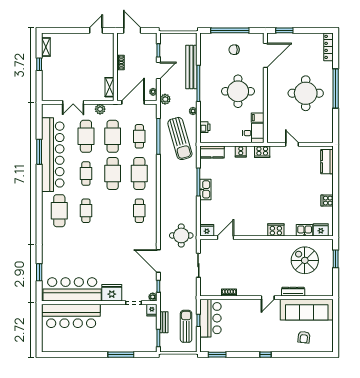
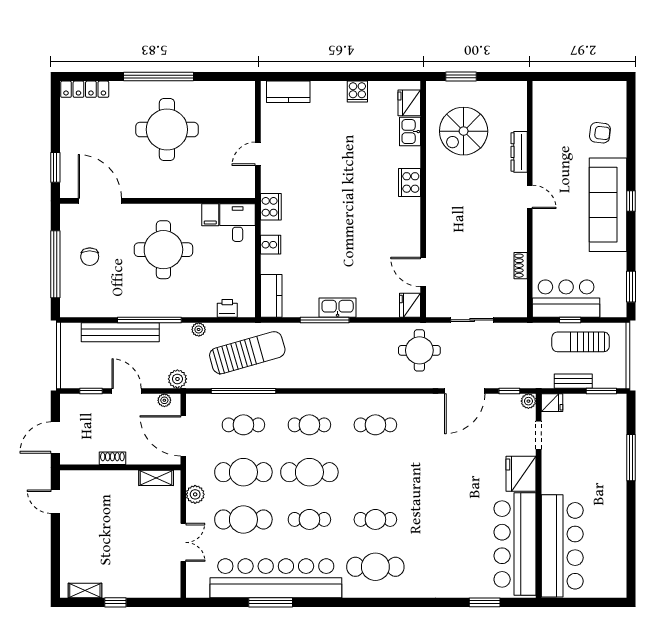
cafe table: (139, 174) -> (309, 425), width x0.73, depth x0.74
sofa: (307, 310) -> (608, 205), moved, turned 180

